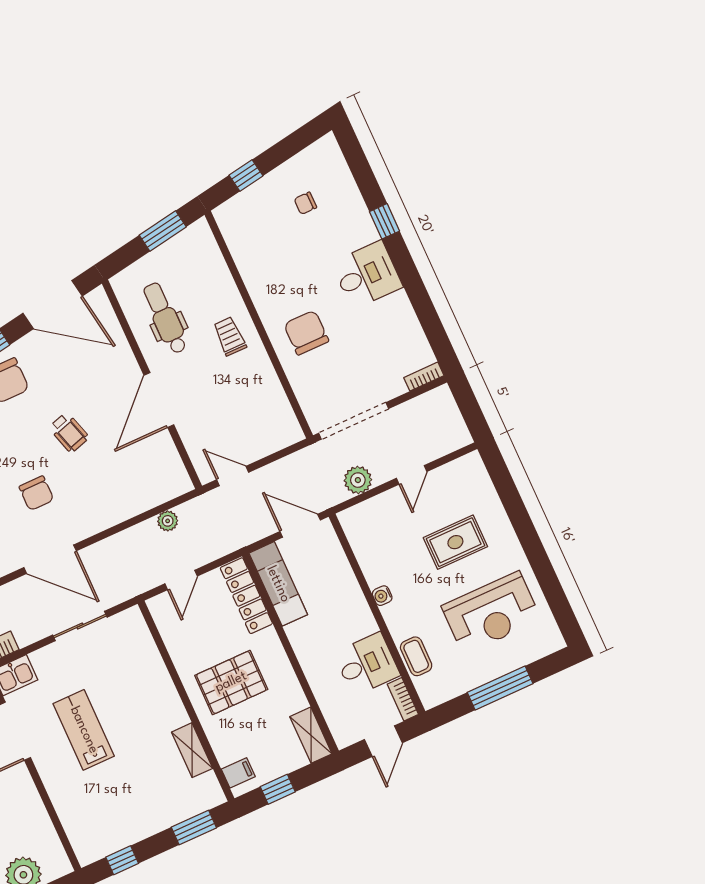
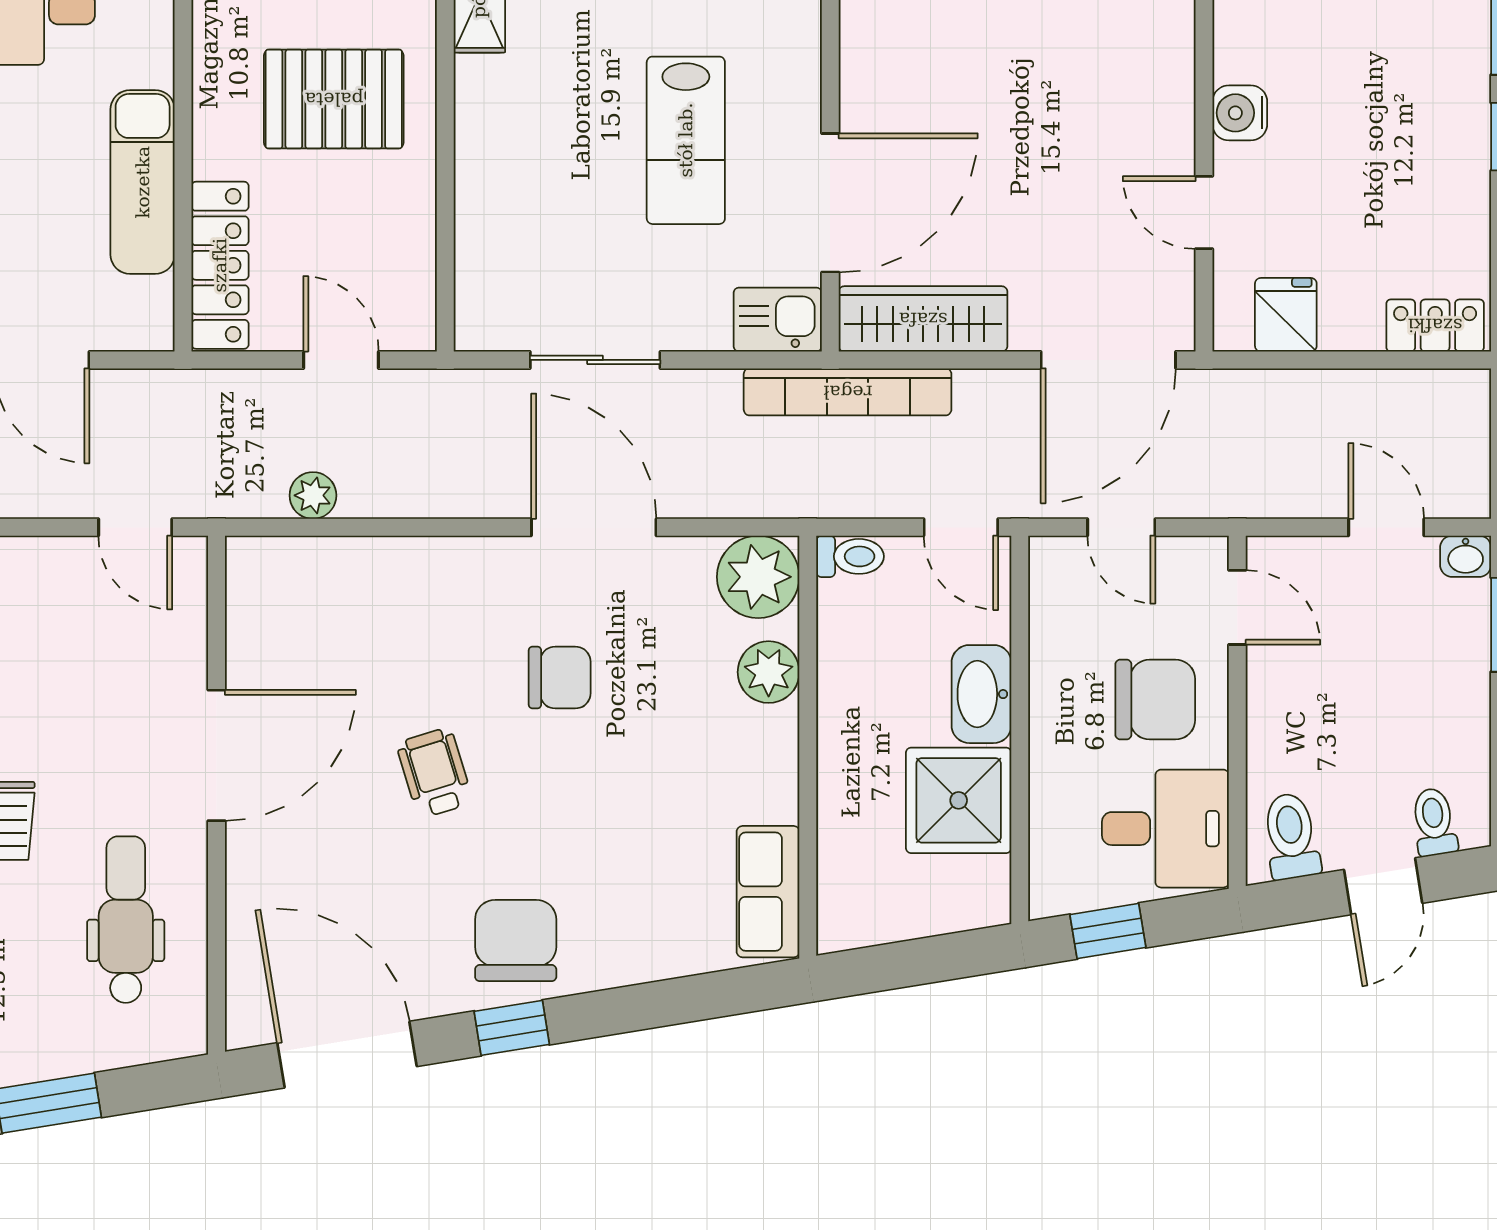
dental chair: (165, 318) -> (126, 920), turned 180
chair: (36, 493) -> (560, 678), turned 90
door: (181, 580) -> (341, 360), hinge flipped
exam couch: (278, 584) -> (143, 182), moved

